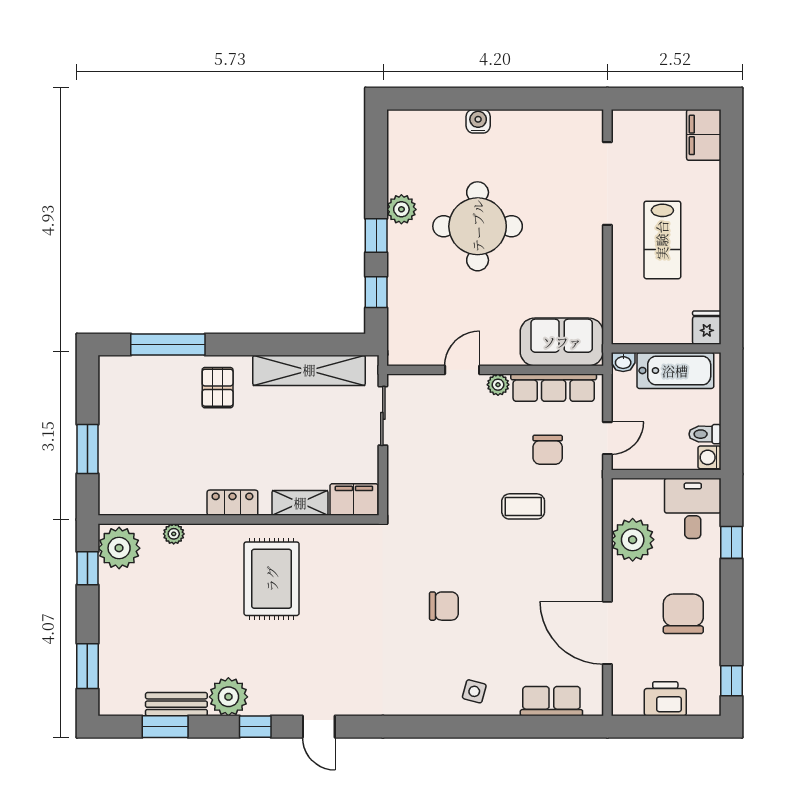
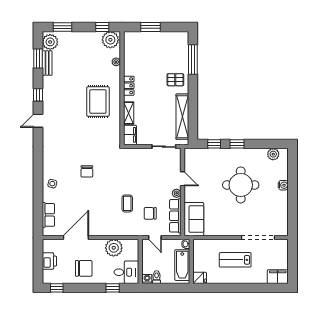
plant: (401, 209) -> (273, 154), moved
rug: (272, 579) -> (98, 102), turned 90
plant: (228, 697) -> (50, 42), moved

